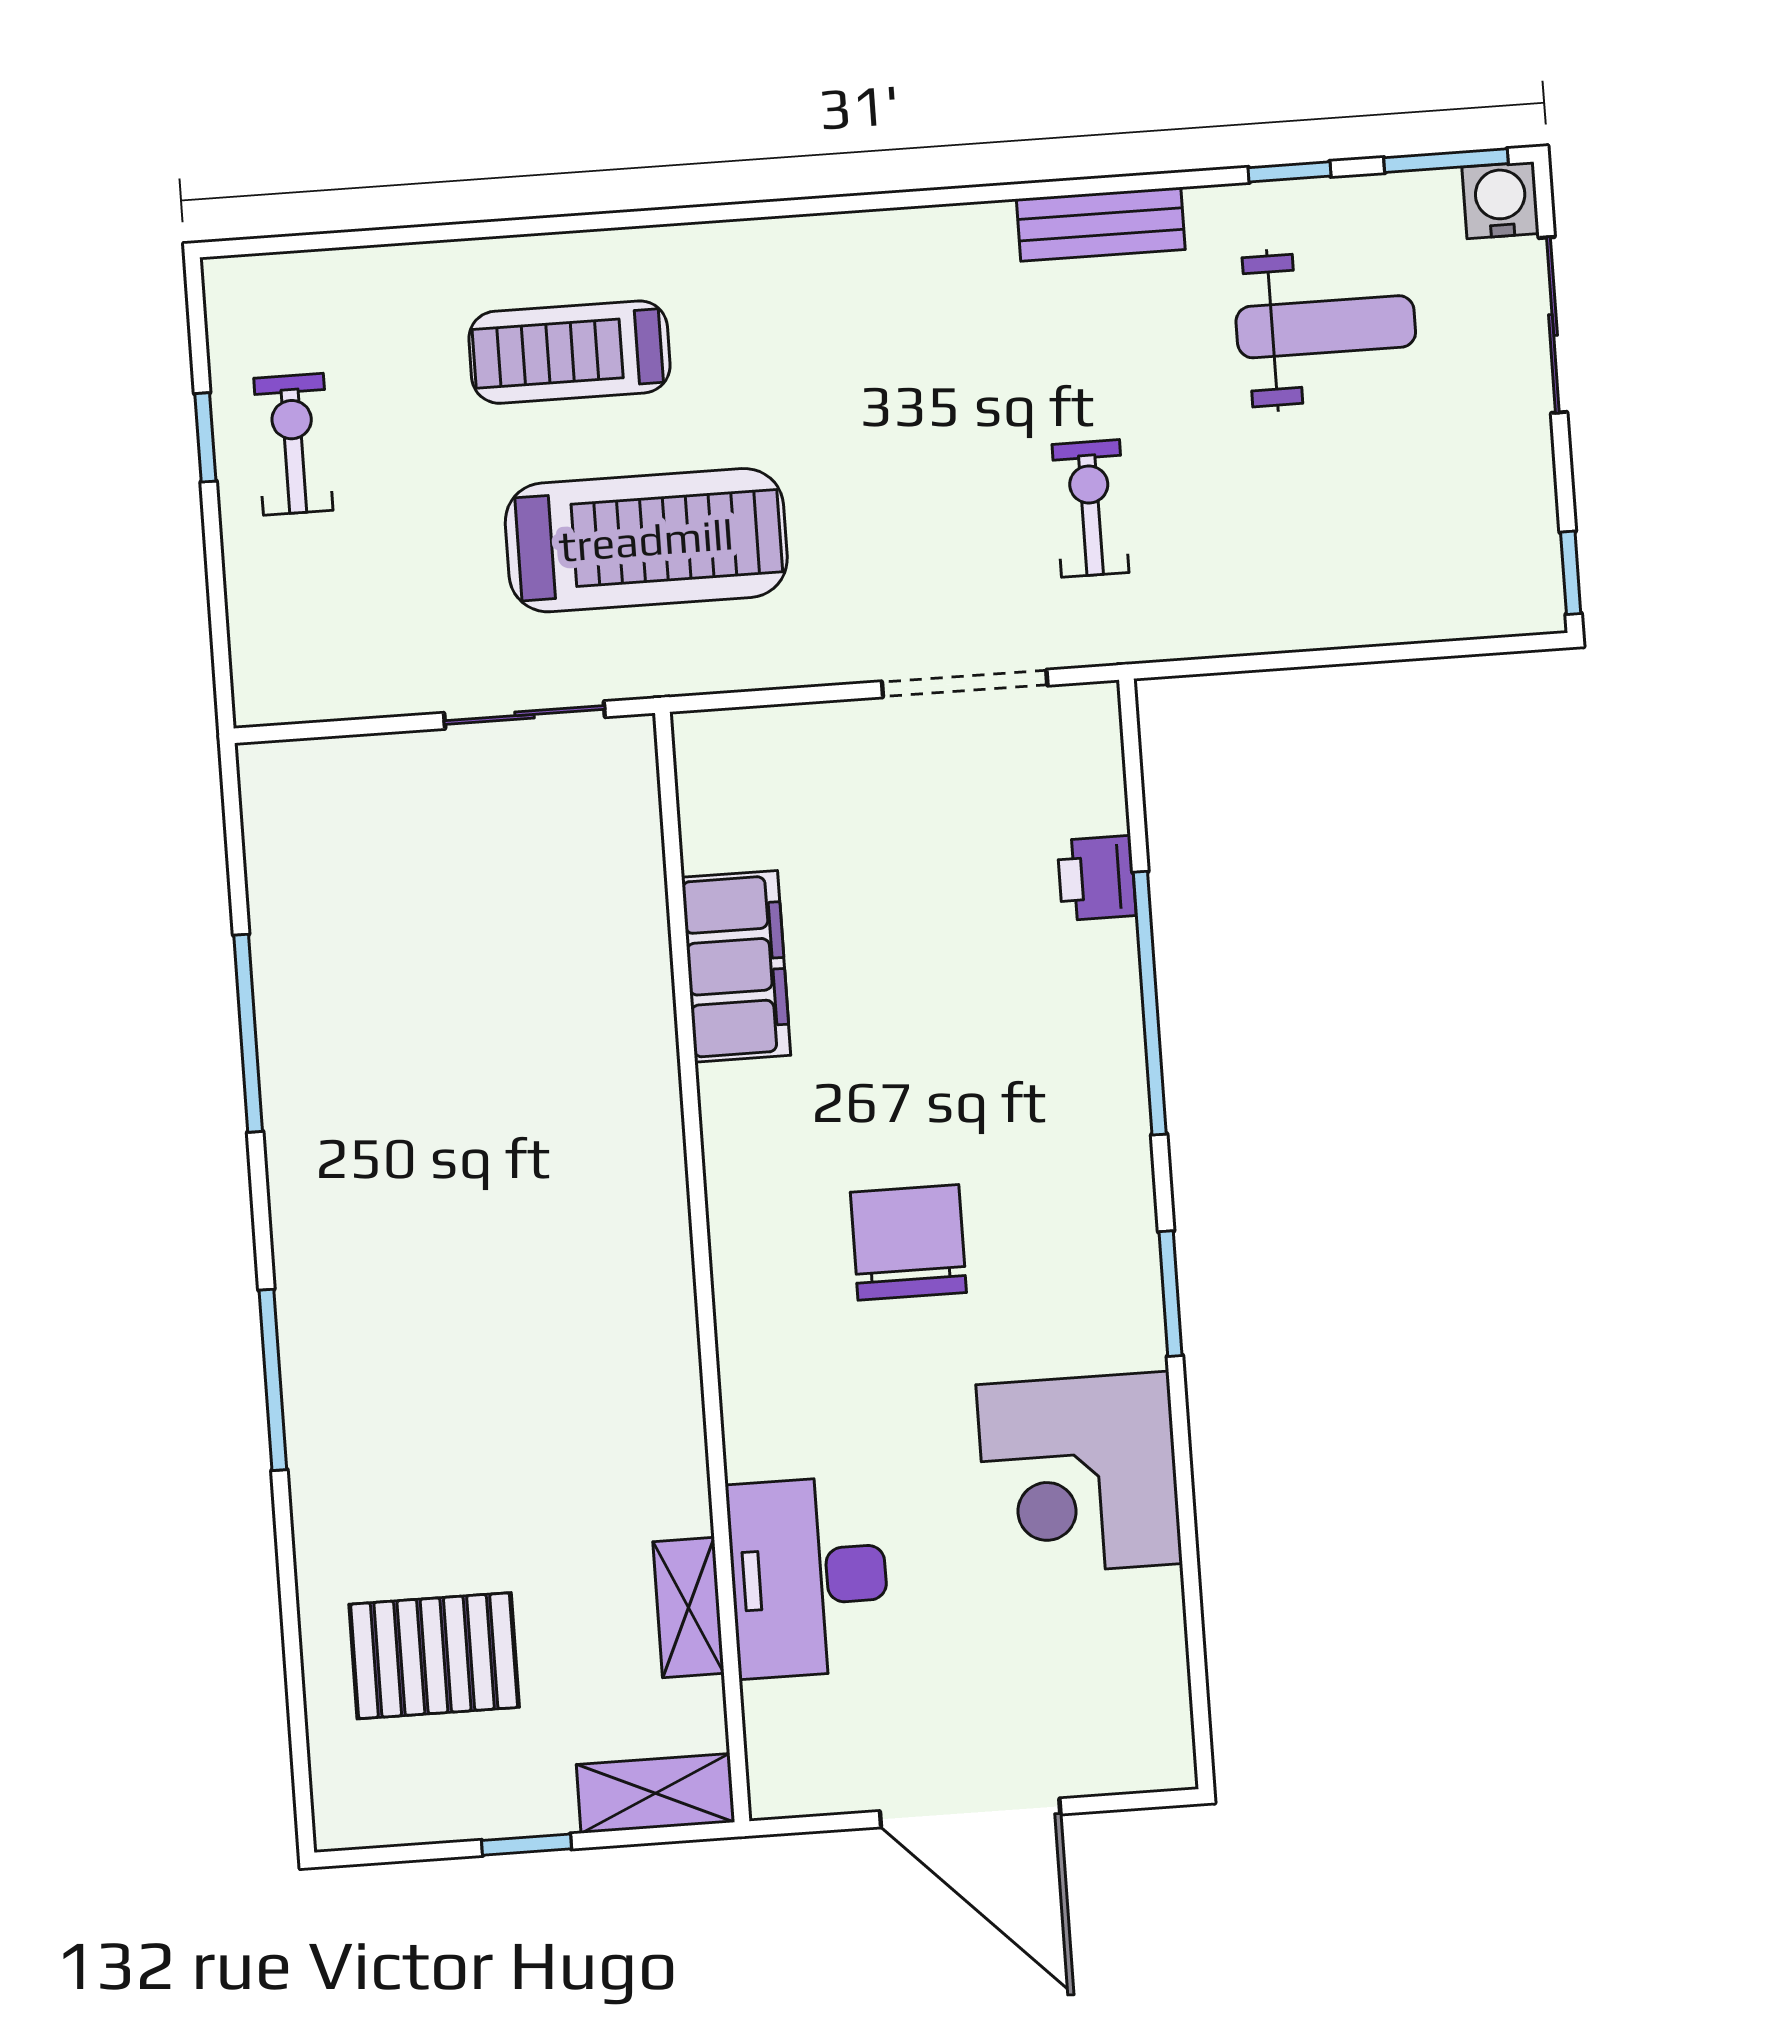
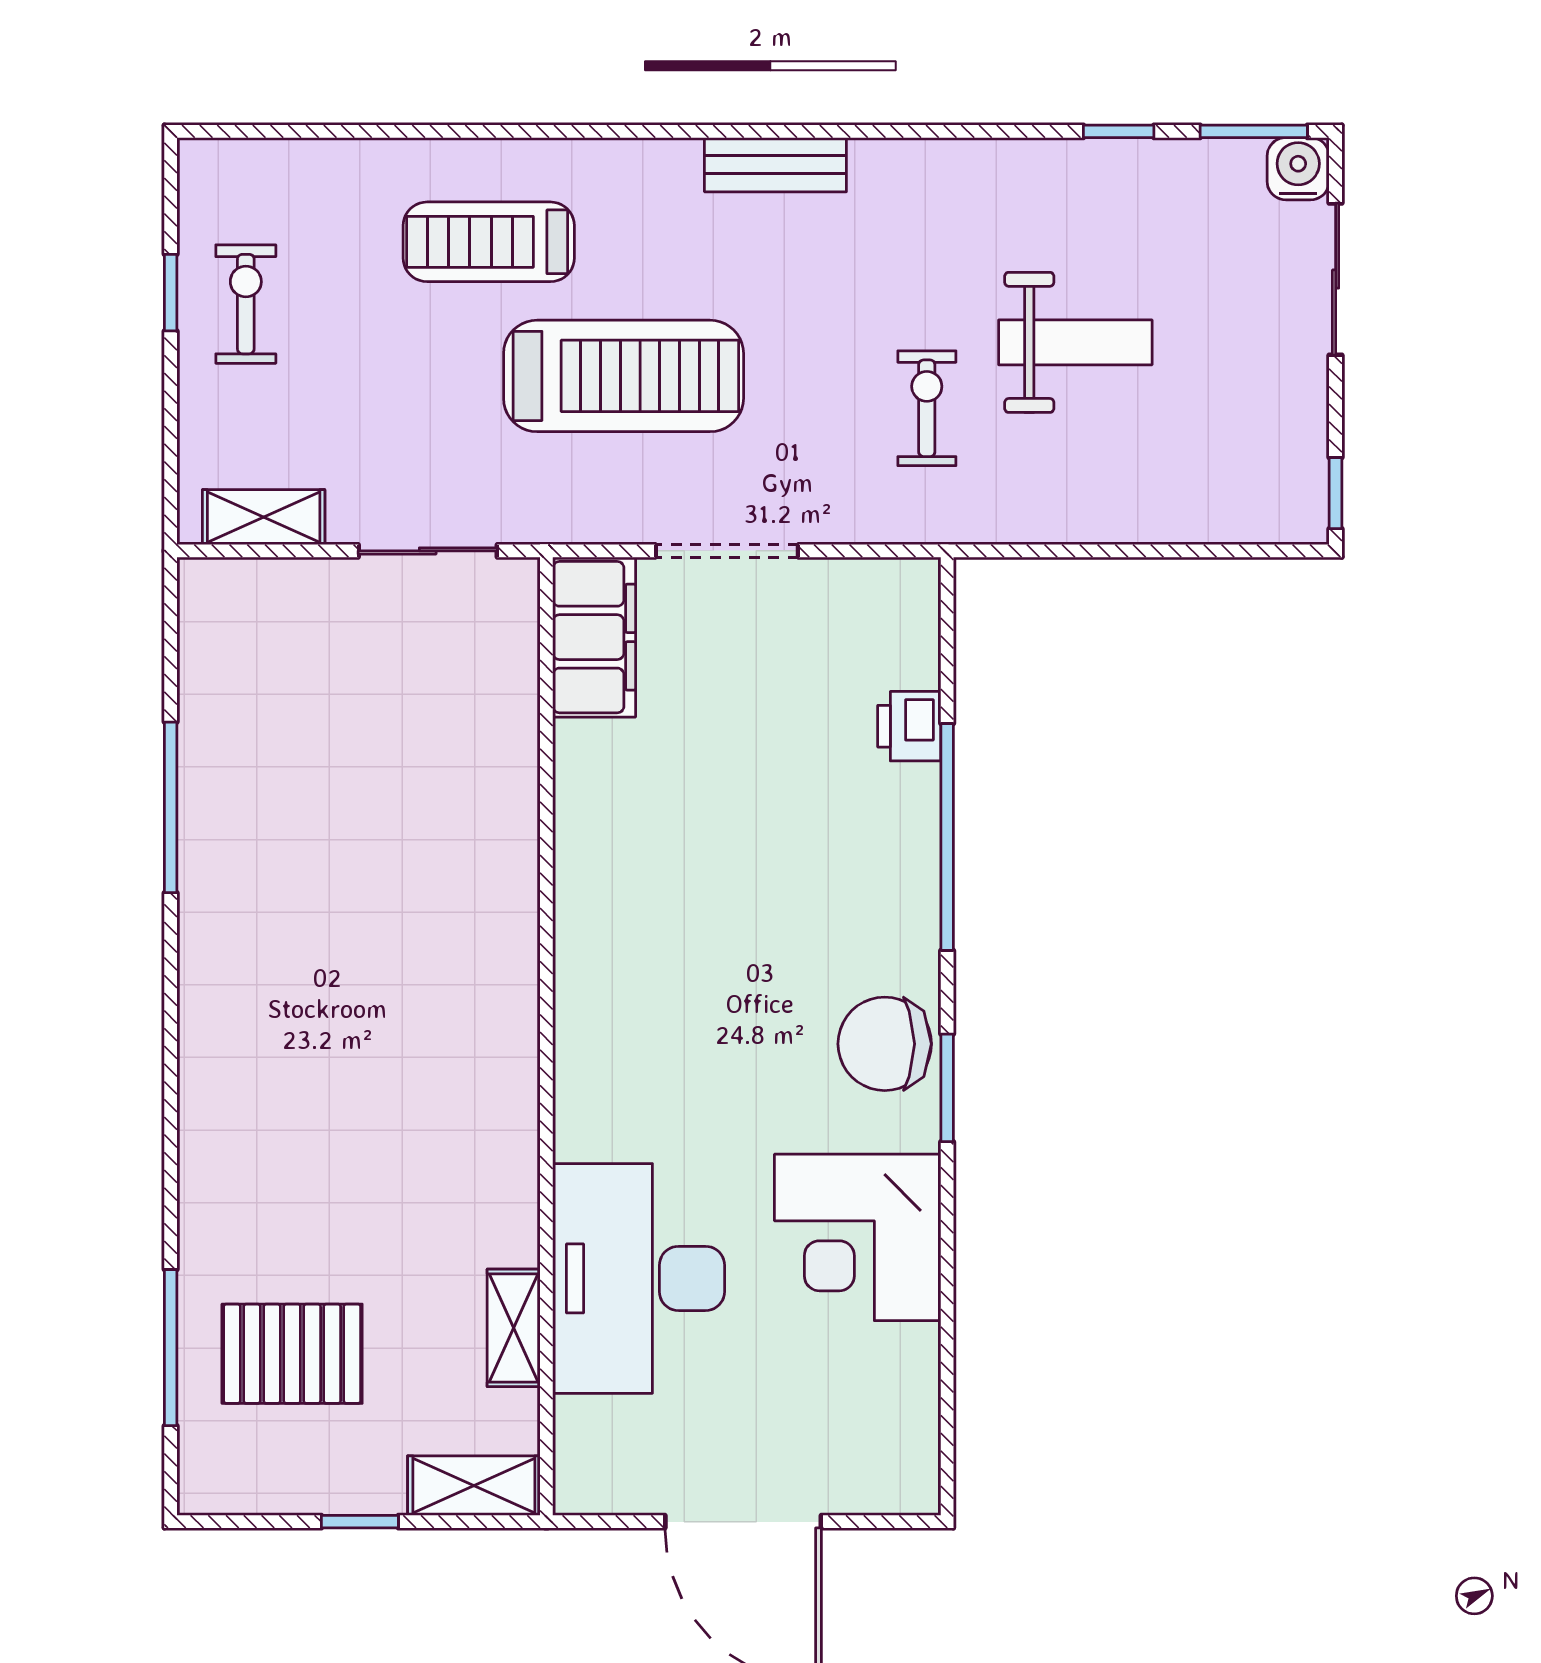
bench: (1101, 224) -> (775, 165), moved
weight bench: (1326, 327) -> (1075, 342), moved
treadmill: (646, 540) -> (624, 376), moved
doorway: (965, 683) -> (727, 551), moved
shelving: (332, 690) -> (264, 517), added
filing cabinet: (736, 966) -> (594, 637), moved
chair: (908, 1242) -> (885, 1044), moved, turned -90
window: (273, 1380) -> (171, 1348), moved
desk: (809, 1577) -> (639, 1278), width x1.36, depth x1.30

